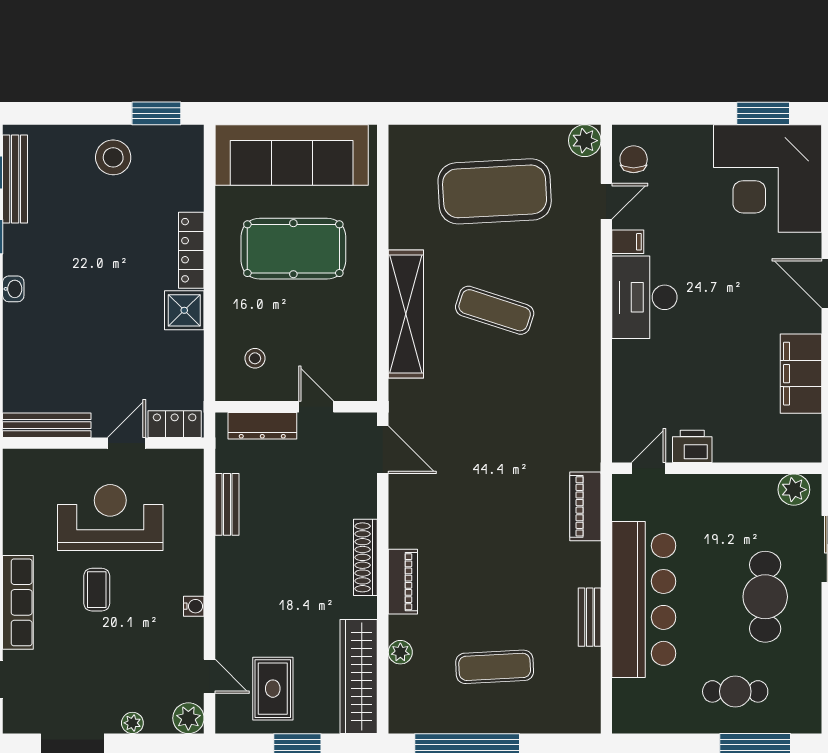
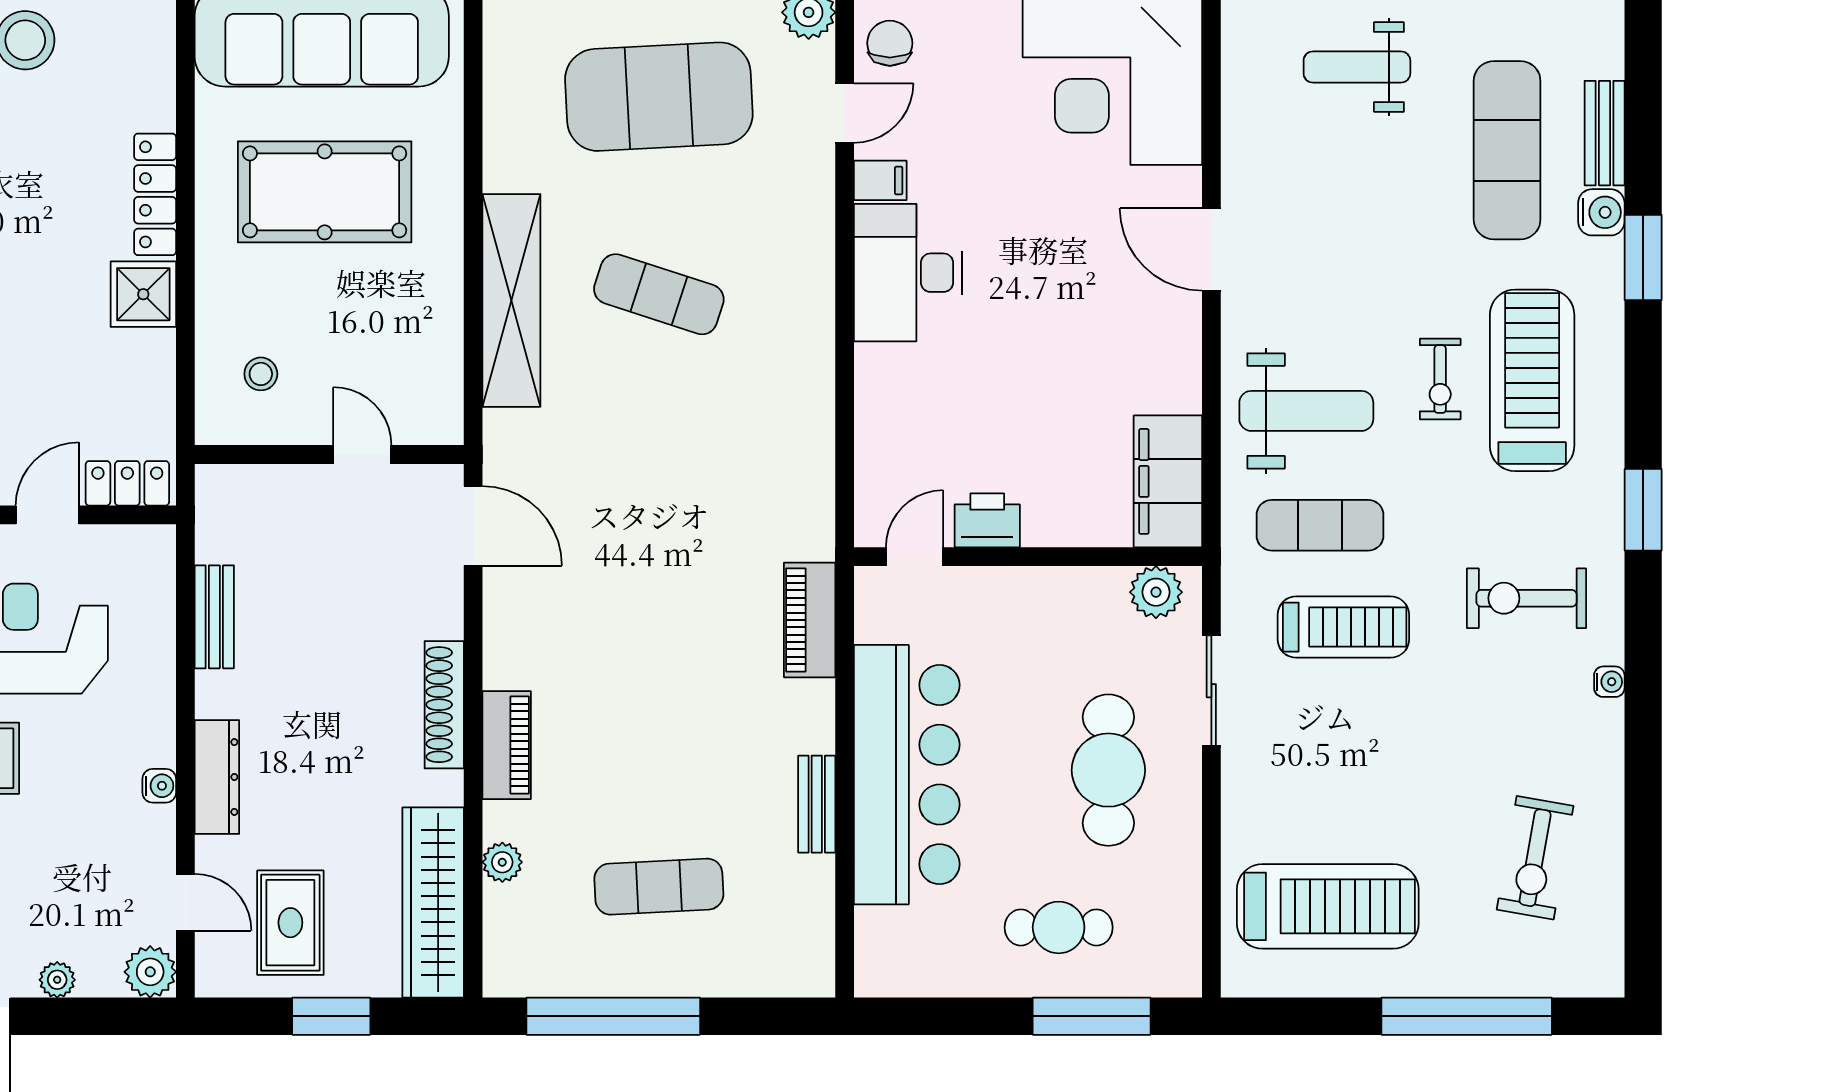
filing cabinet: (801, 374) -> (1168, 481), moved
dresser: (262, 426) -> (217, 777), moved, turned -90

